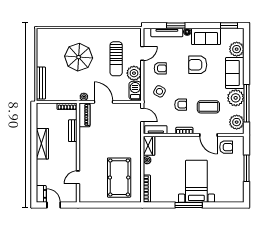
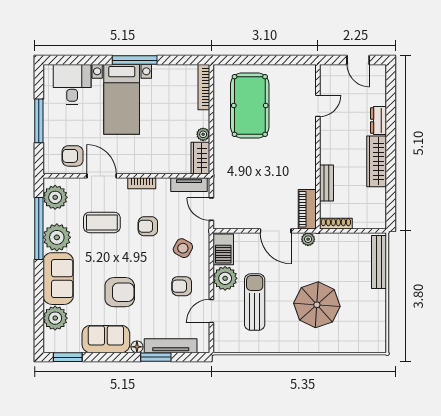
desk: (226, 190) -> (72, 84), added
dresser: (41, 194) -> (379, 121), moved

